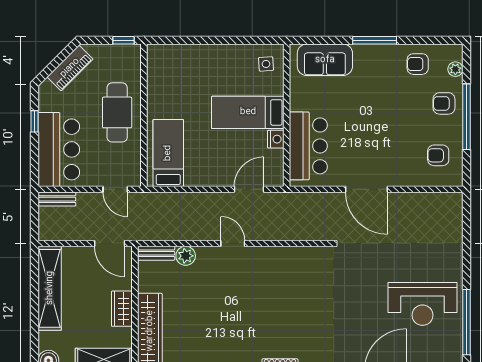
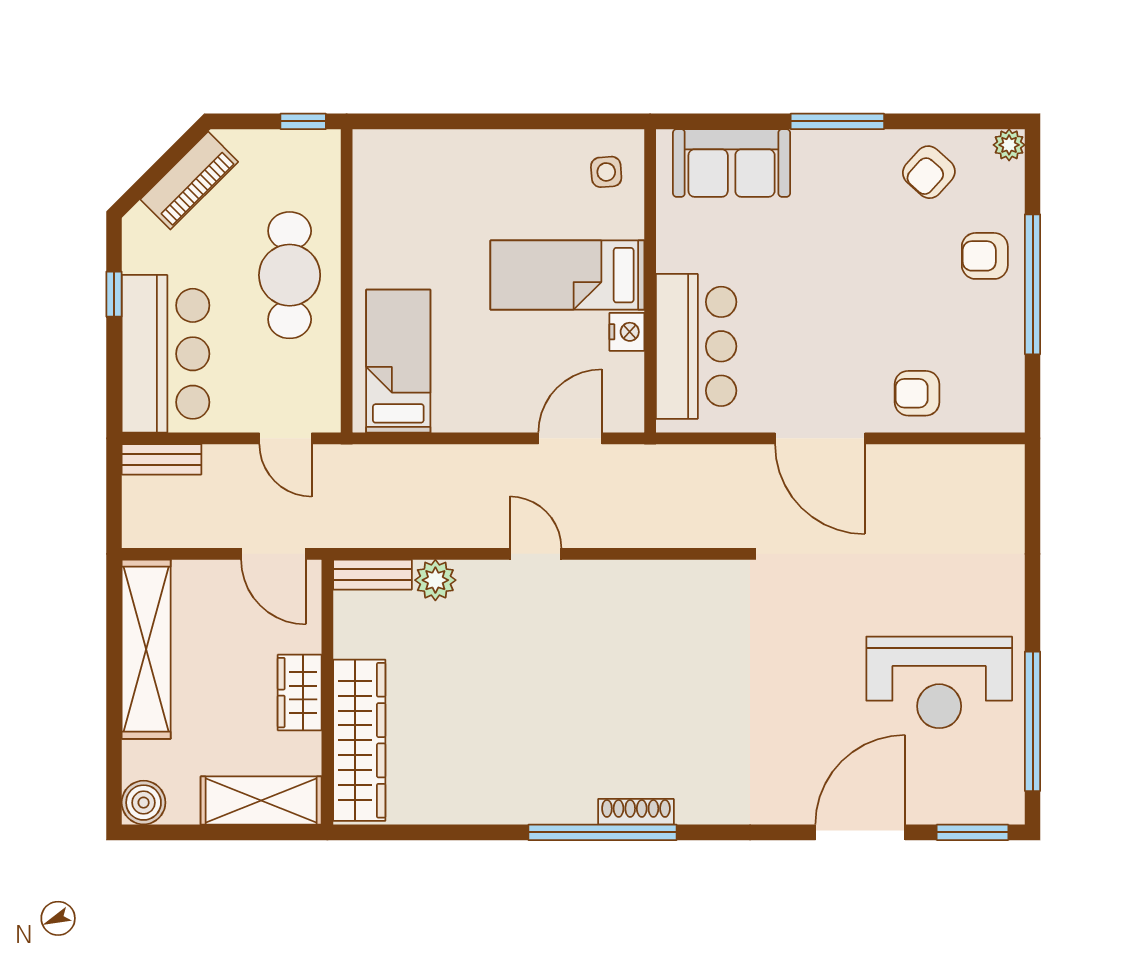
armchair: (418, 64) -> (929, 172), turned -48
plant: (455, 69) -> (1009, 145), moved
armchair: (438, 155) -> (917, 393), moved

